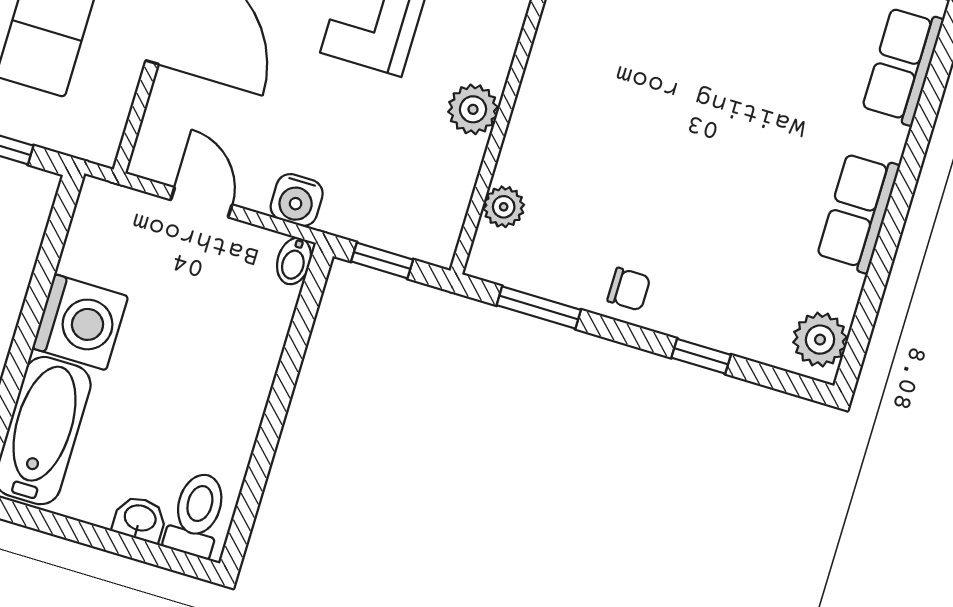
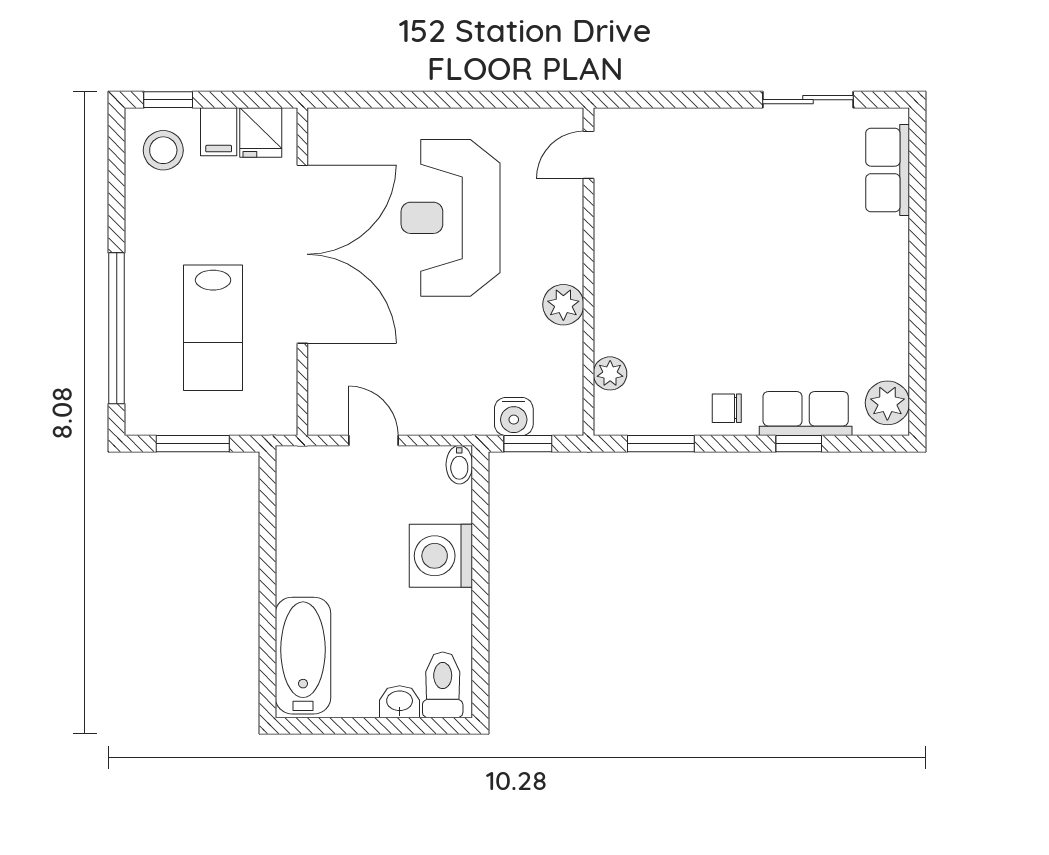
water cooler: (297, 200) -> (514, 417), moved
row of seats: (858, 212) -> (806, 414), moved, turned 90
chair: (629, 289) -> (727, 408), turned 180
washing machine: (80, 322) -> (441, 556), moved, turned 180

